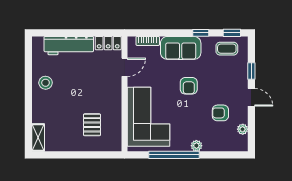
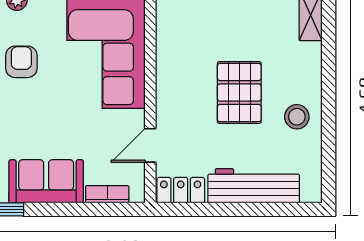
armchair: (189, 86) -> (21, 62), moved
pallet: (92, 125) -> (239, 93), moved, width x1.50, depth x1.42

